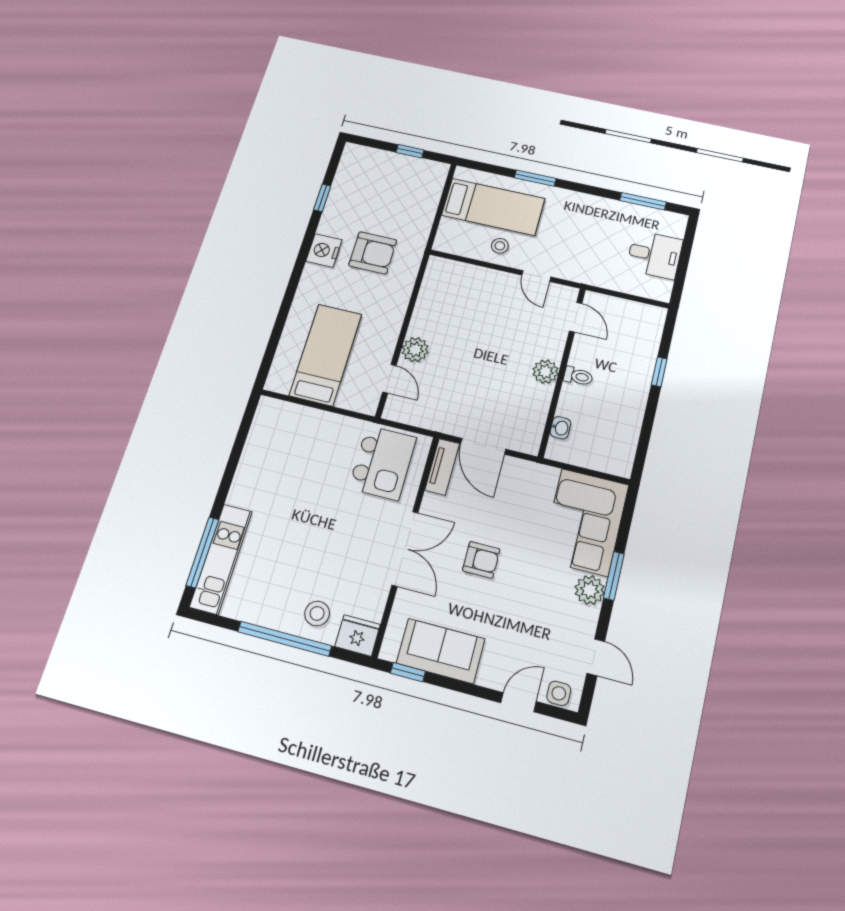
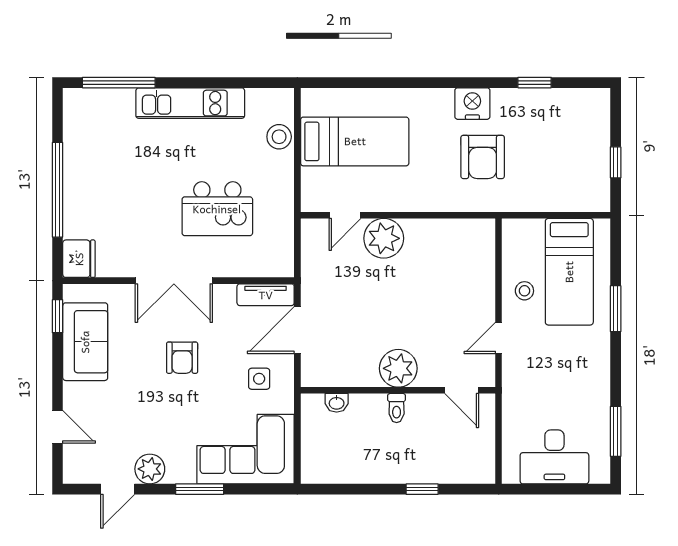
desk: (655, 255) -> (554, 457), width x1.37
door: (576, 317) -> (462, 390), hinge flipped
plant: (415, 350) -> (384, 238), width x1.36, depth x1.36
plant: (545, 372) -> (398, 368), width x1.36, depth x1.36
kitchen island: (383, 463) -> (217, 209), moved
kitchen unit: (221, 559) -> (190, 103), moved
plant: (590, 590) -> (150, 469), moved
stool: (317, 613) -> (279, 137), moved
side table: (559, 693) -> (259, 379), moved

